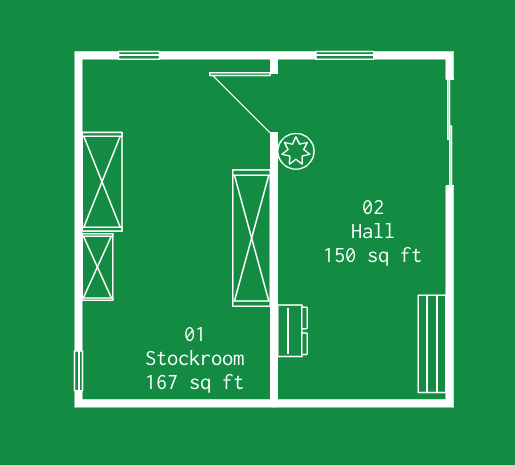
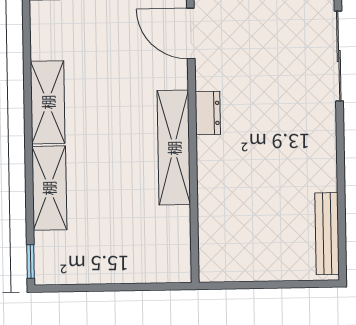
plant: (296, 151) -> (210, 74), removed
shelving: (97, 267) -> (49, 188), width x1.50, depth x1.33
dresser: (293, 331) -> (208, 113), moved

